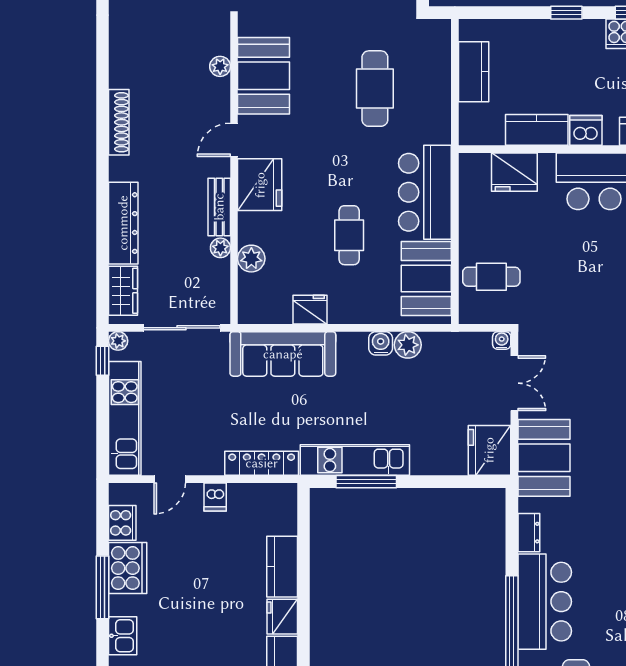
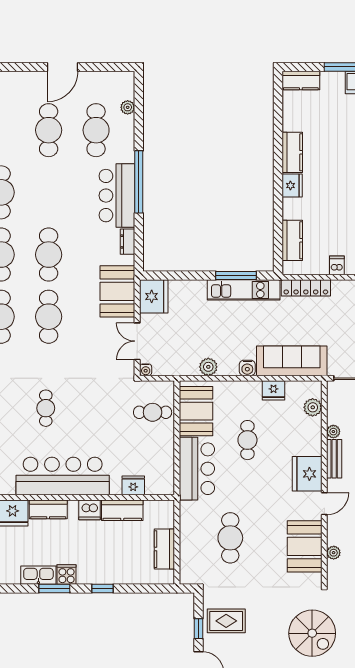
fridge: (514, 172) -> (133, 485), width x0.73, depth x0.75
plant: (251, 259) -> (313, 407), moved
water cooler: (381, 343) -> (247, 368), moved
kitchen counter: (282, 567) -> (292, 240), moved

